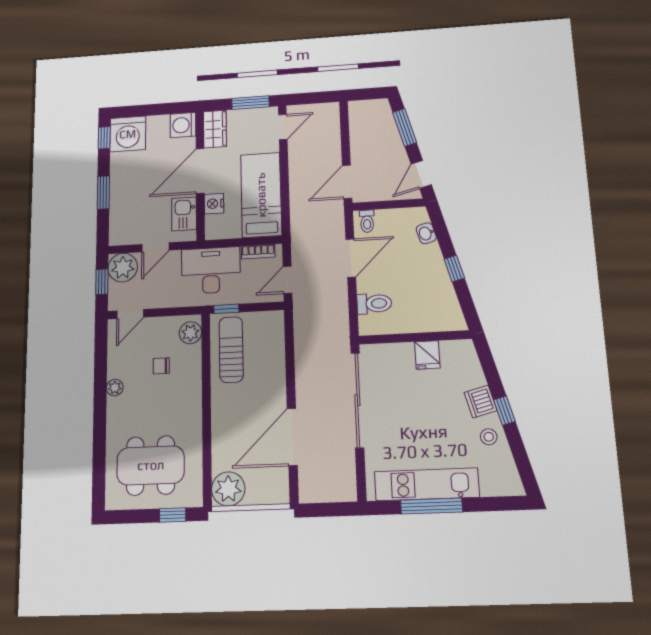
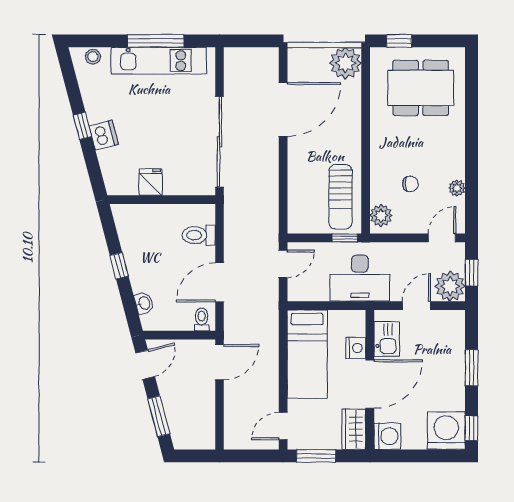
bookcase: (258, 252) -> (312, 295), removed
plant: (115, 388) -> (457, 188), moved
stool: (489, 437) -> (93, 57), moved

